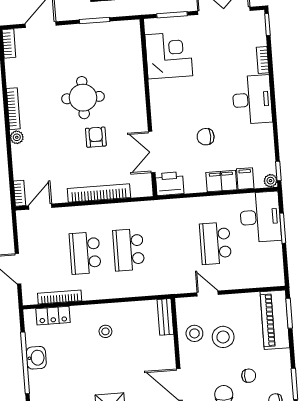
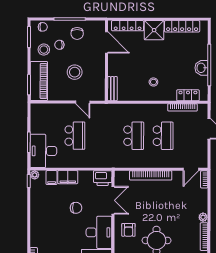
desk: (252, 100) -> (99, 232), moved, turned 180
armchair: (96, 137) -> (128, 230), moved
stool: (194, 333) -> (44, 50), moved

